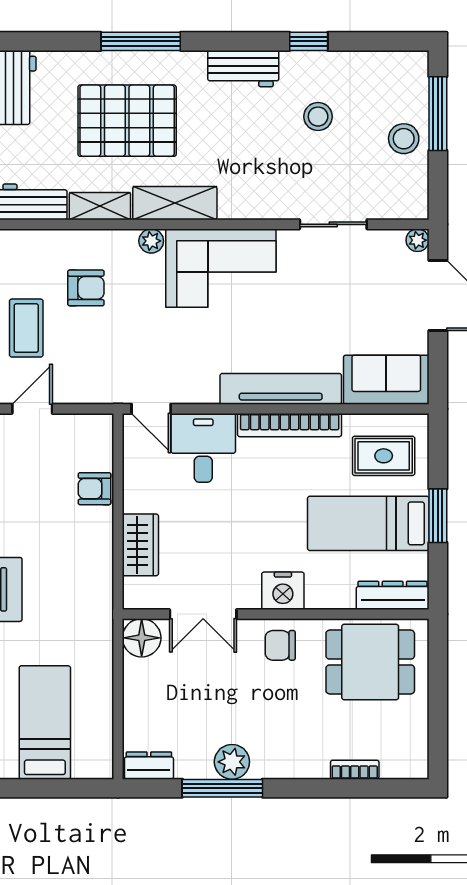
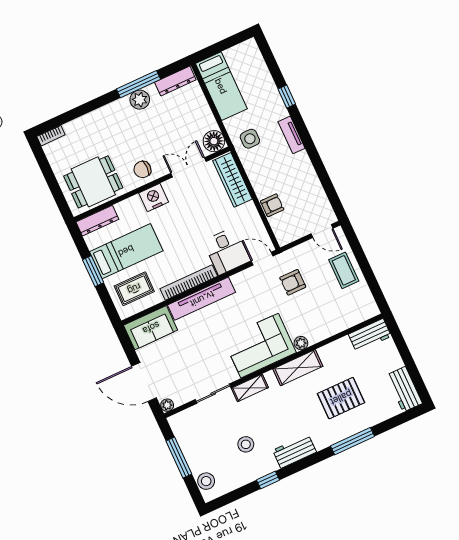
window: (438, 114) -> (179, 457), moved
pallet: (127, 121) -> (341, 398), width x0.73, depth x0.71
stool: (404, 139) -> (206, 481), moved
shelving: (100, 206) -> (250, 388), moved
armchair: (86, 288) -> (293, 282), moved
door: (32, 409) -> (322, 231), hinge flipped
wardrobe: (140, 545) -> (232, 180), width x1.50
side table: (81, 615) -> (250, 139), added
chair: (280, 645) -> (142, 169), turned 180
bed: (45, 722) -> (221, 86), moved
dresser: (149, 766) -> (175, 81), width x1.44
bookcase: (355, 770) -> (51, 136), moved

